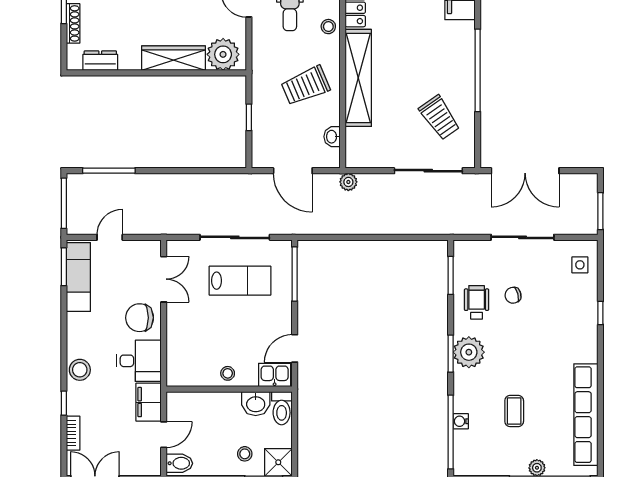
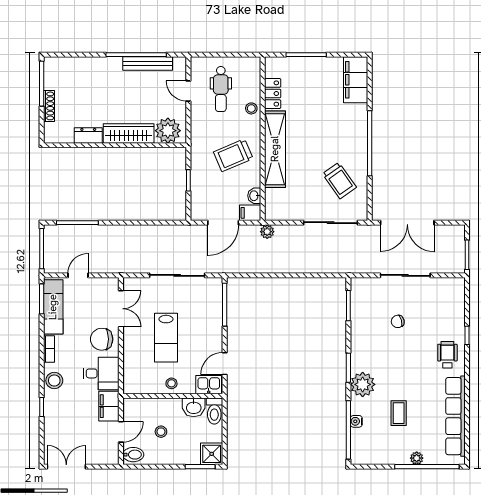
dresser: (100, 61) -> (88, 135), moved
filing cabinet: (327, 158) -> (250, 213), added
door: (293, 171) -> (223, 223), hinge flipped
side table: (580, 265) -> (451, 297), removed
lab bench: (240, 281) -> (166, 338), moved, turned 90
wheelchair: (477, 302) -> (447, 355), moved
plant: (469, 352) -> (363, 384), moved
bookcase: (73, 433) -> (49, 349), moved
stool: (245, 454) -> (161, 432), moved

